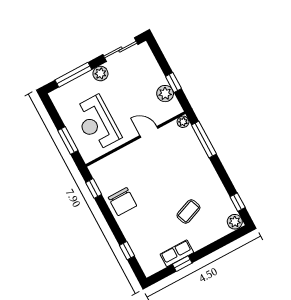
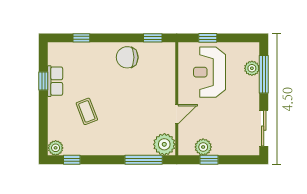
plant: (100, 74) -> (252, 68), moved
plant: (183, 122) -> (164, 144), width x1.88, depth x1.88
reception desk: (97, 123) -> (210, 72), turned -90
window: (68, 140) -> (208, 38), width x0.67

